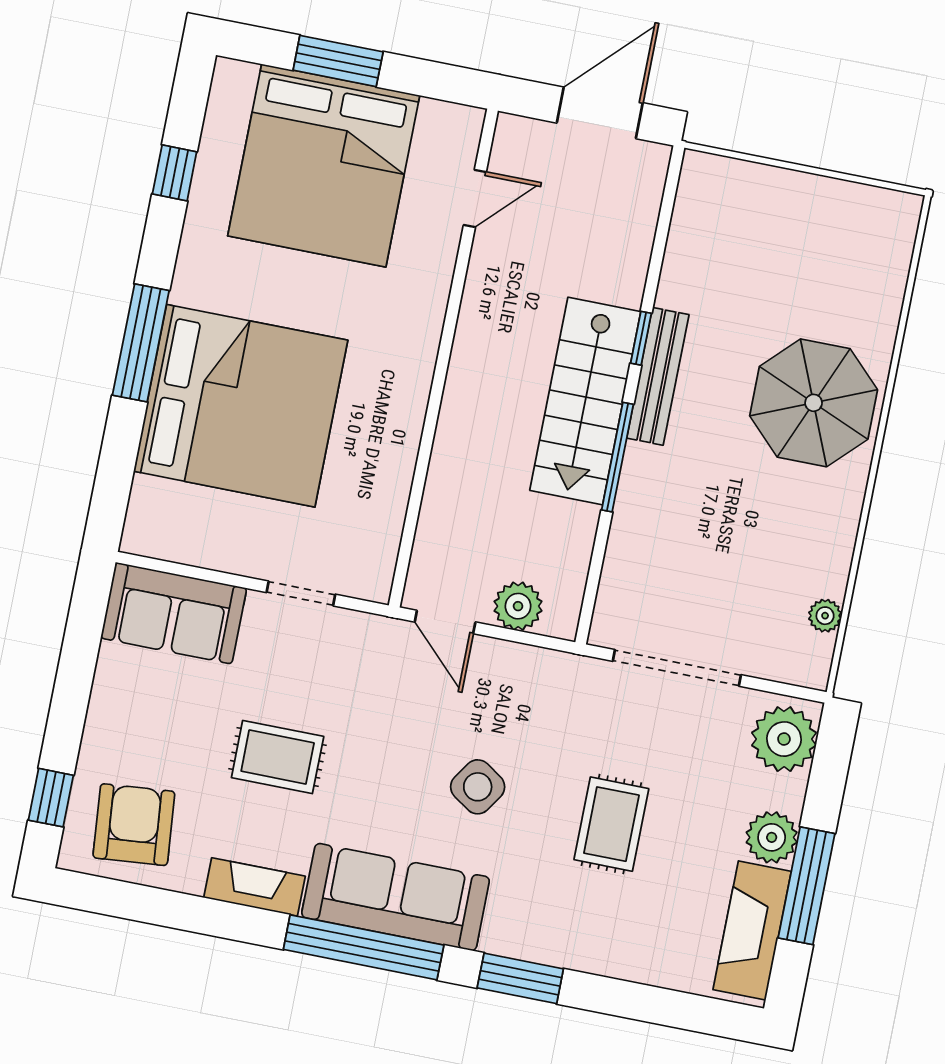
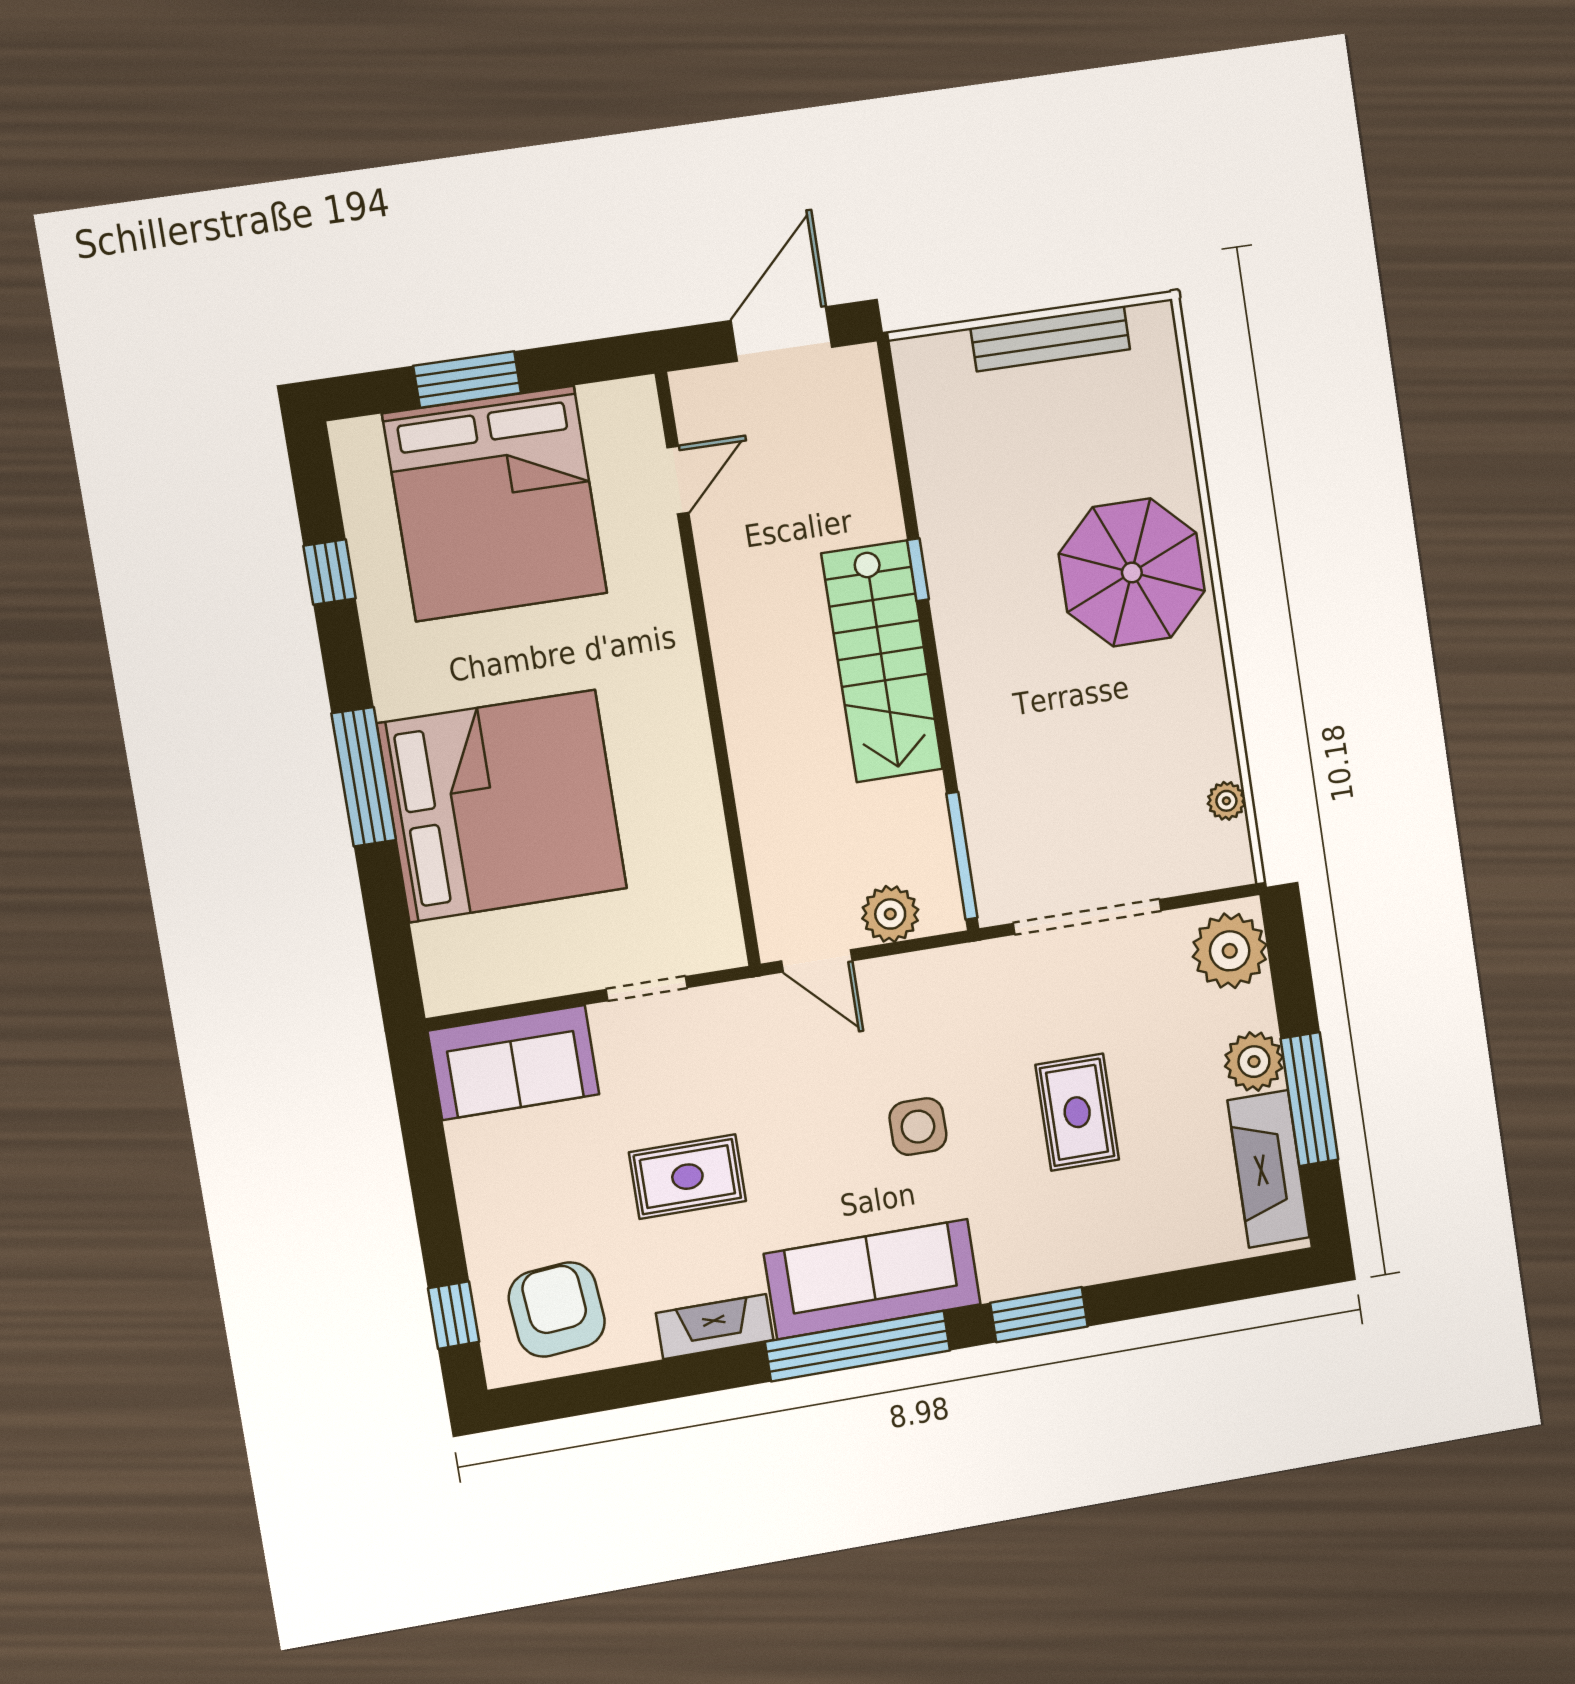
bench: (658, 376) -> (1050, 339), moved, turned 90
window: (617, 457) -> (962, 856), moved
side table: (478, 787) -> (918, 1127), turned -34

